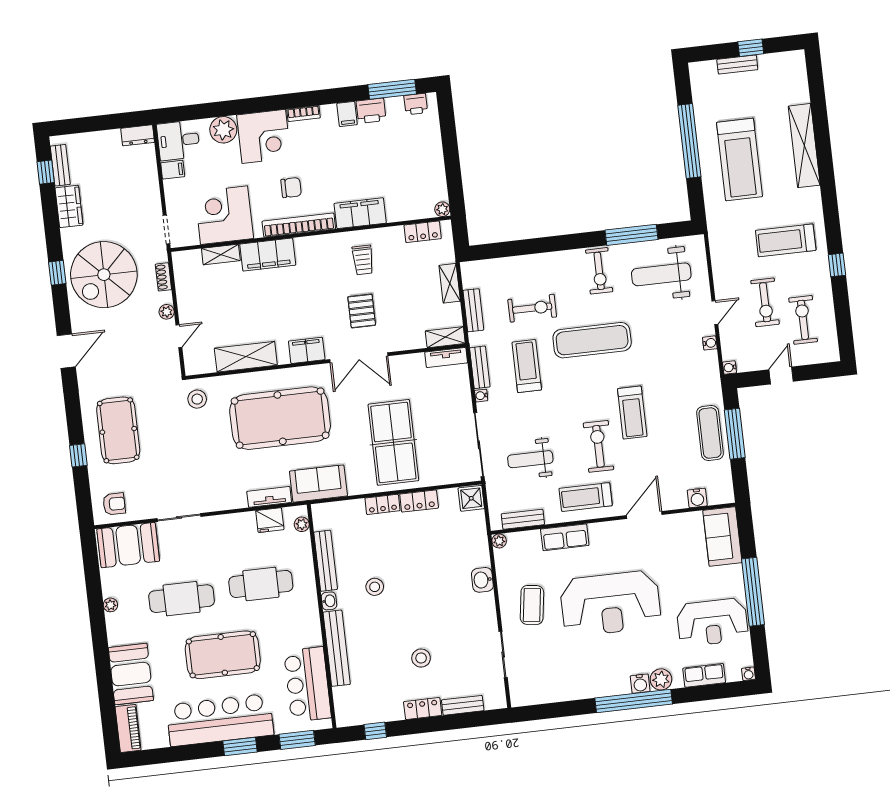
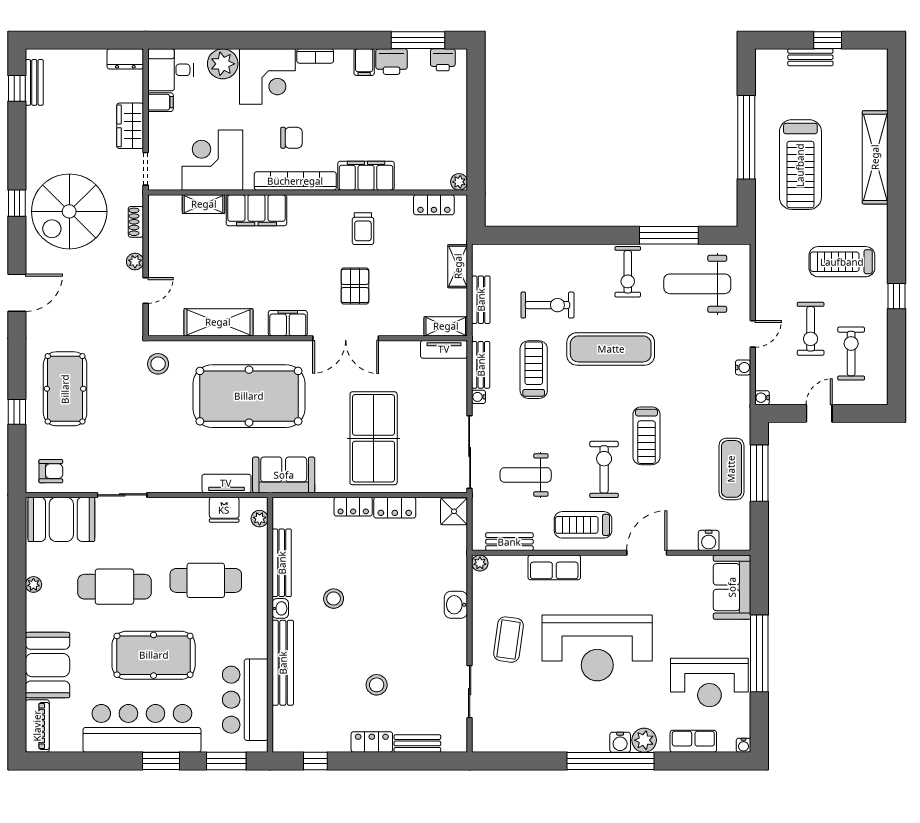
wardrobe: (69, 206) -> (130, 126), moved, turned 180

